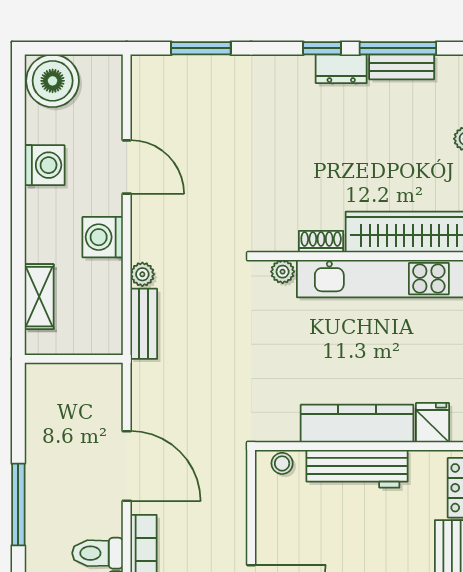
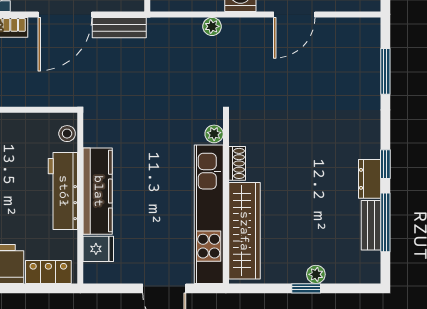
bench: (144, 324) -> (119, 28), moved

